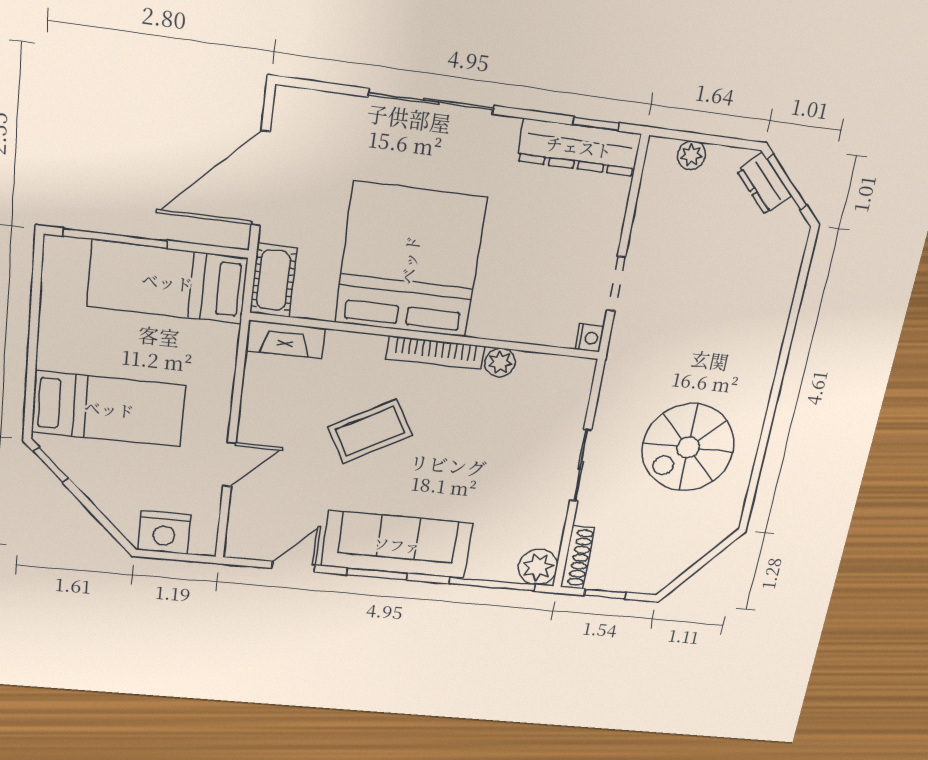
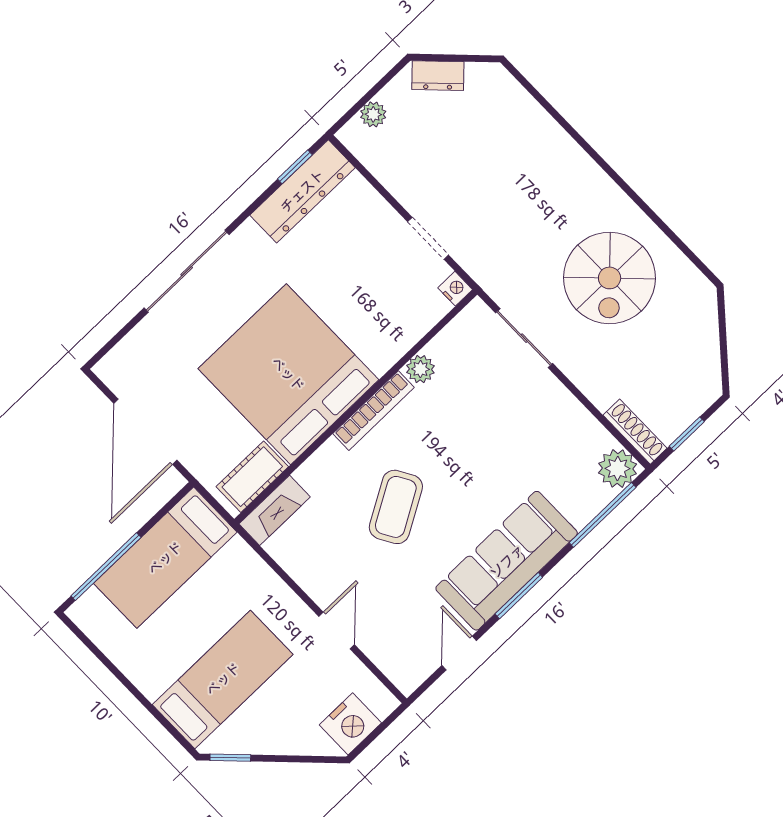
window: (787, 182) -> (450, 58), removed
cot: (273, 280) -> (252, 477), moved, turned 90
sliding door: (581, 465) -> (524, 338), moved

